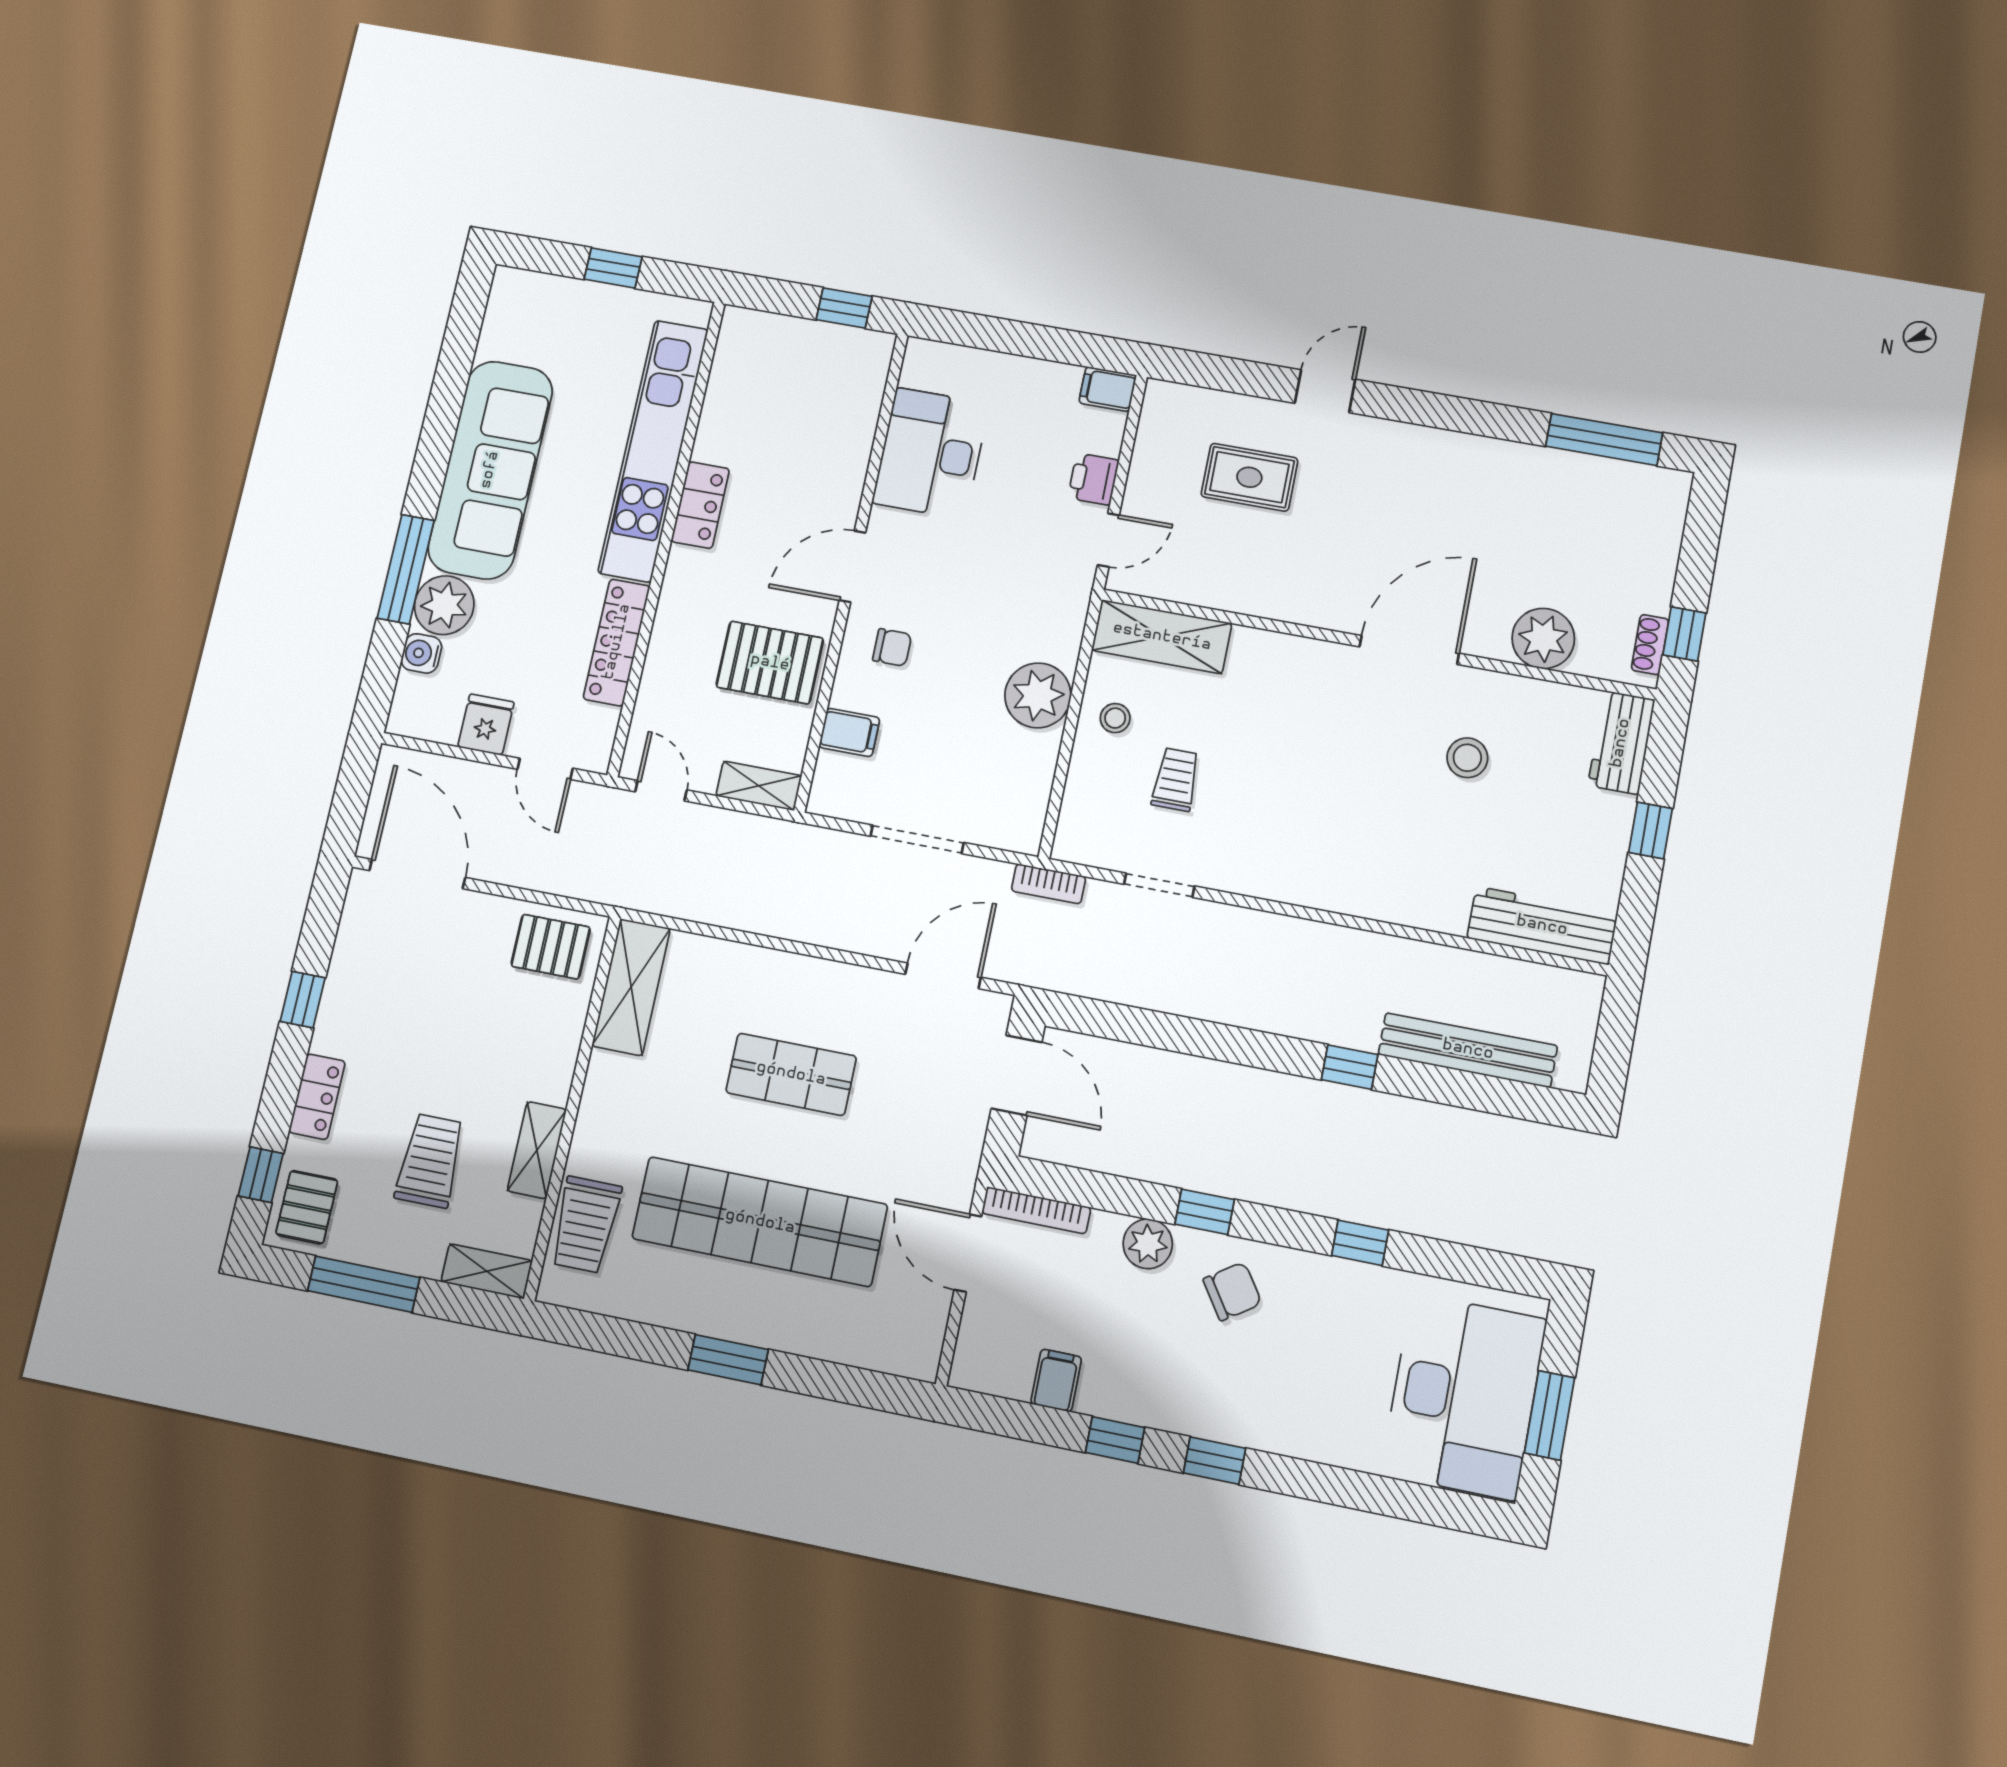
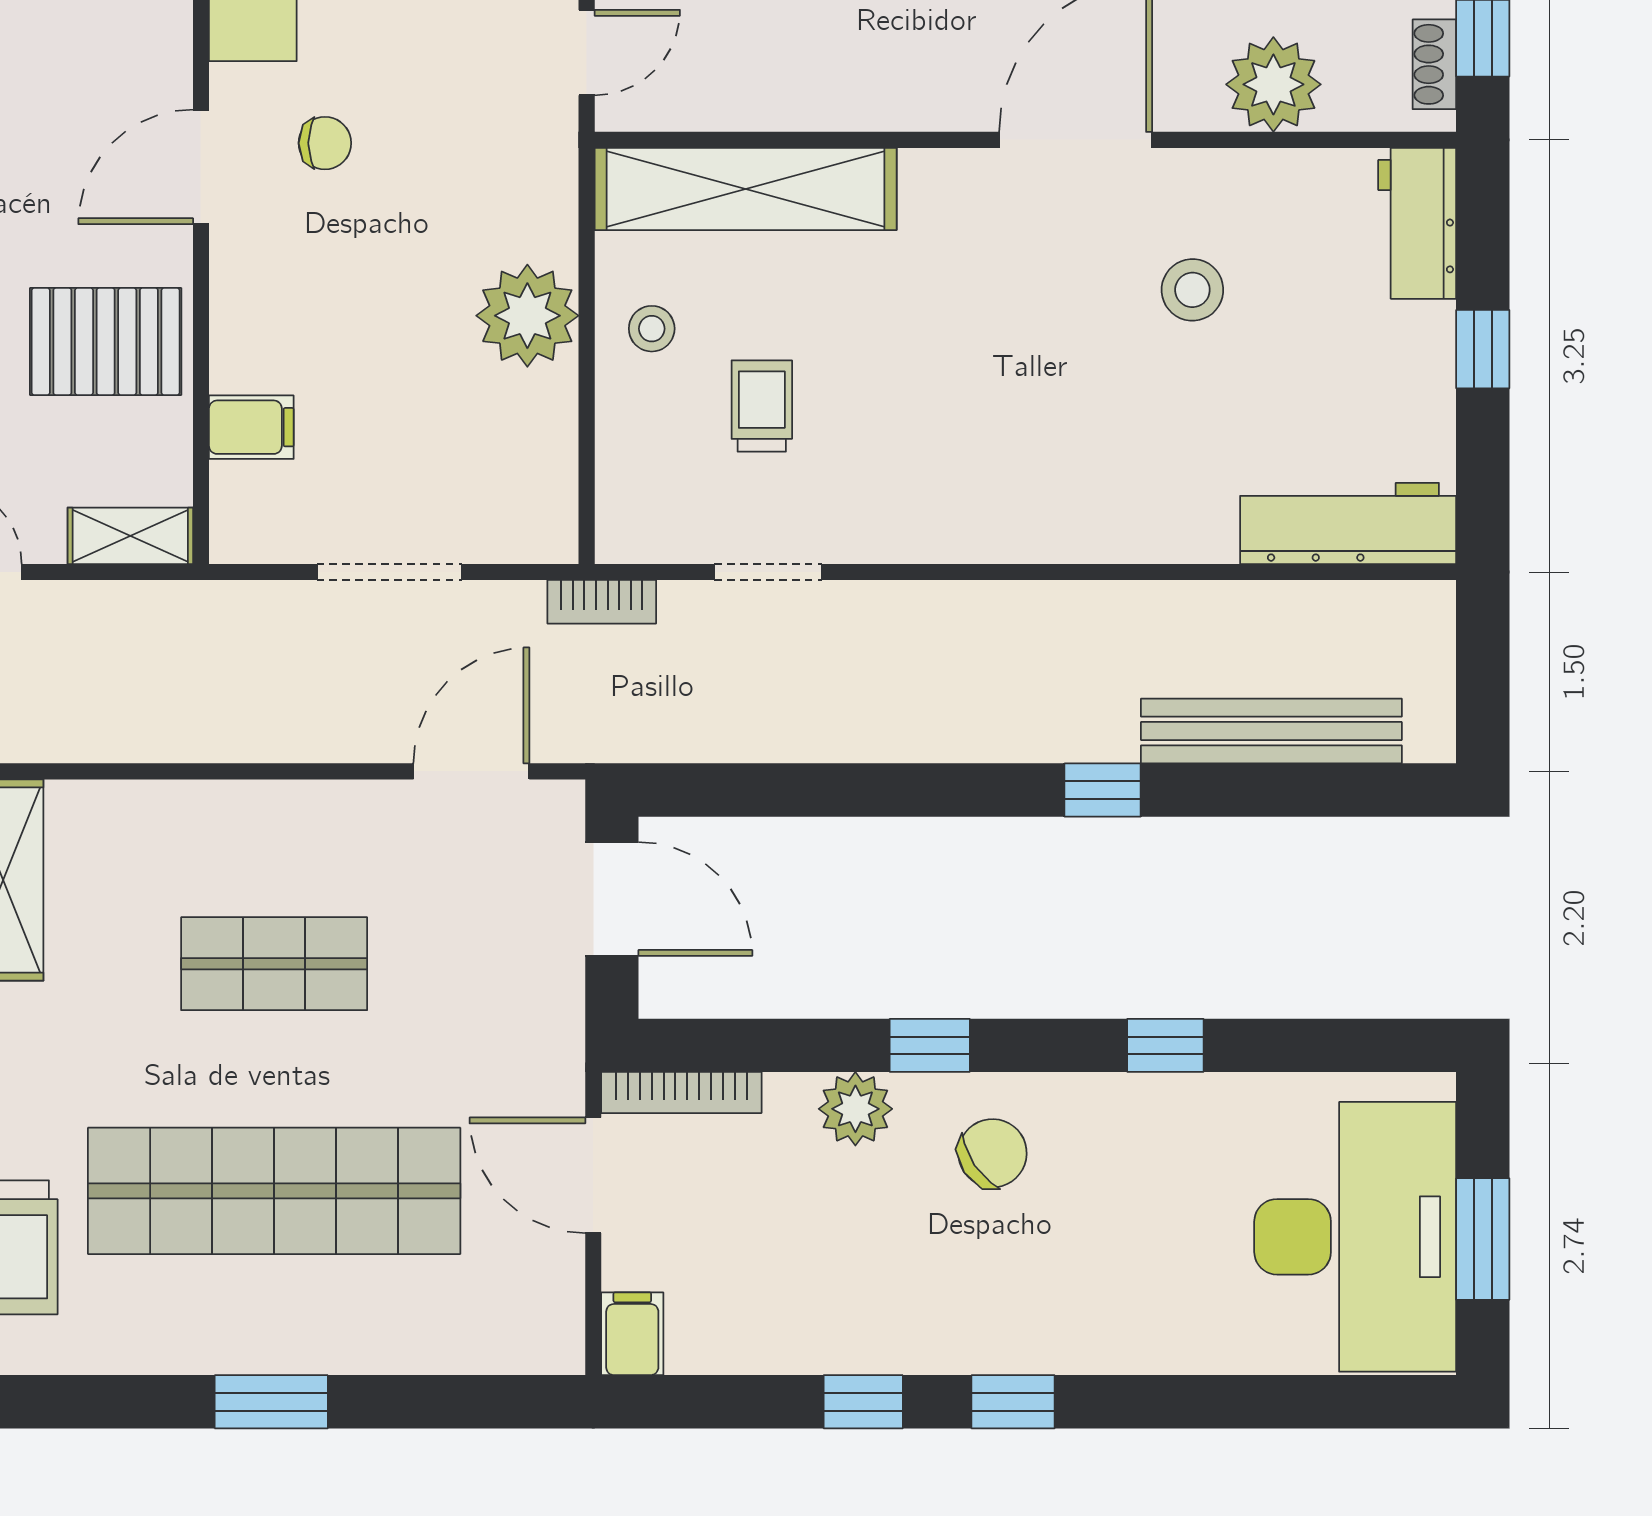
shelving: (1162, 637) -> (746, 189), width x1.47
chair: (892, 647) -> (325, 143), moved
filing cabinet: (1056, 1380) -> (632, 1334), moved

